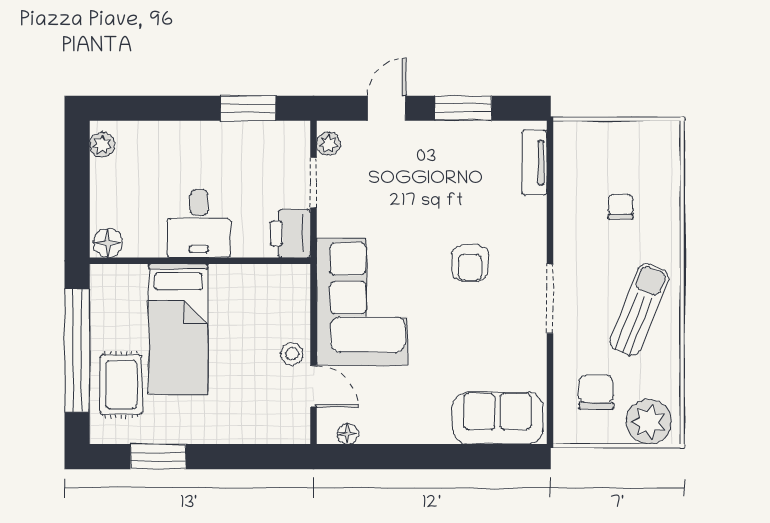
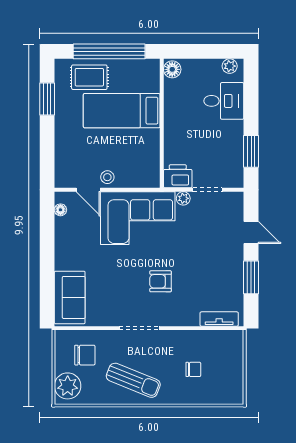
plant: (328, 144) -> (183, 198), moved
desk: (199, 224) -> (224, 101), moved, turned 180
door: (314, 386) -> (88, 190), hinge flipped

